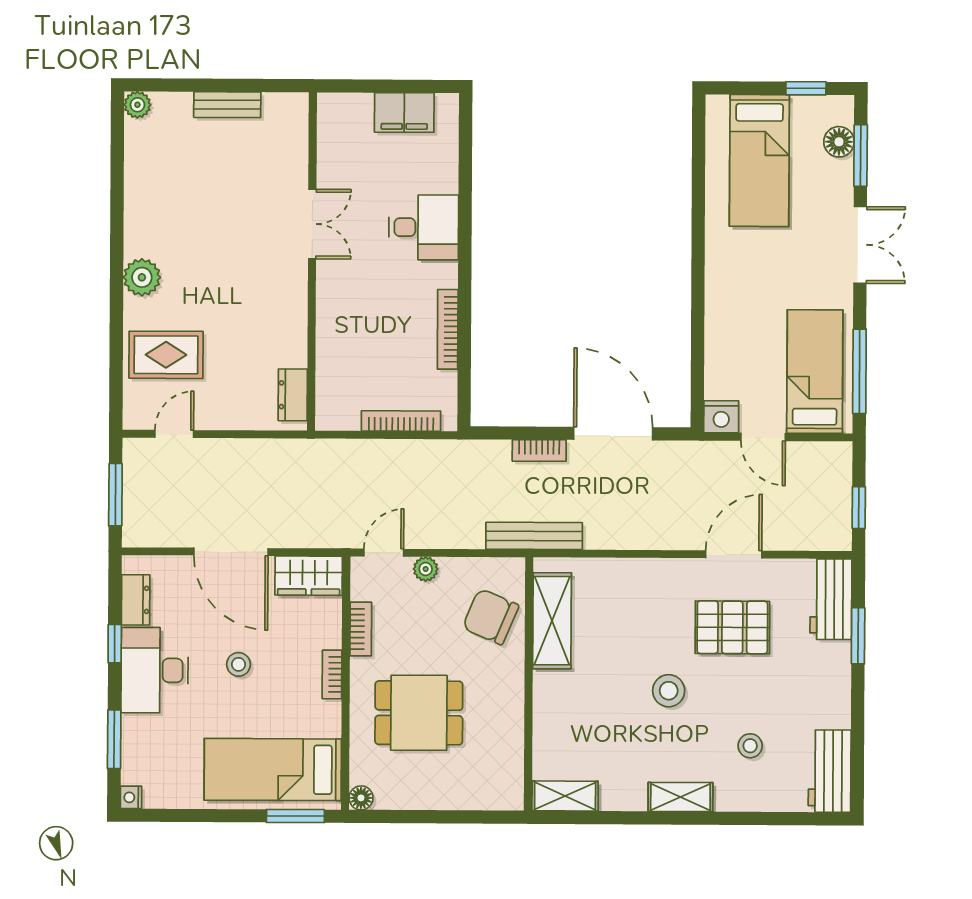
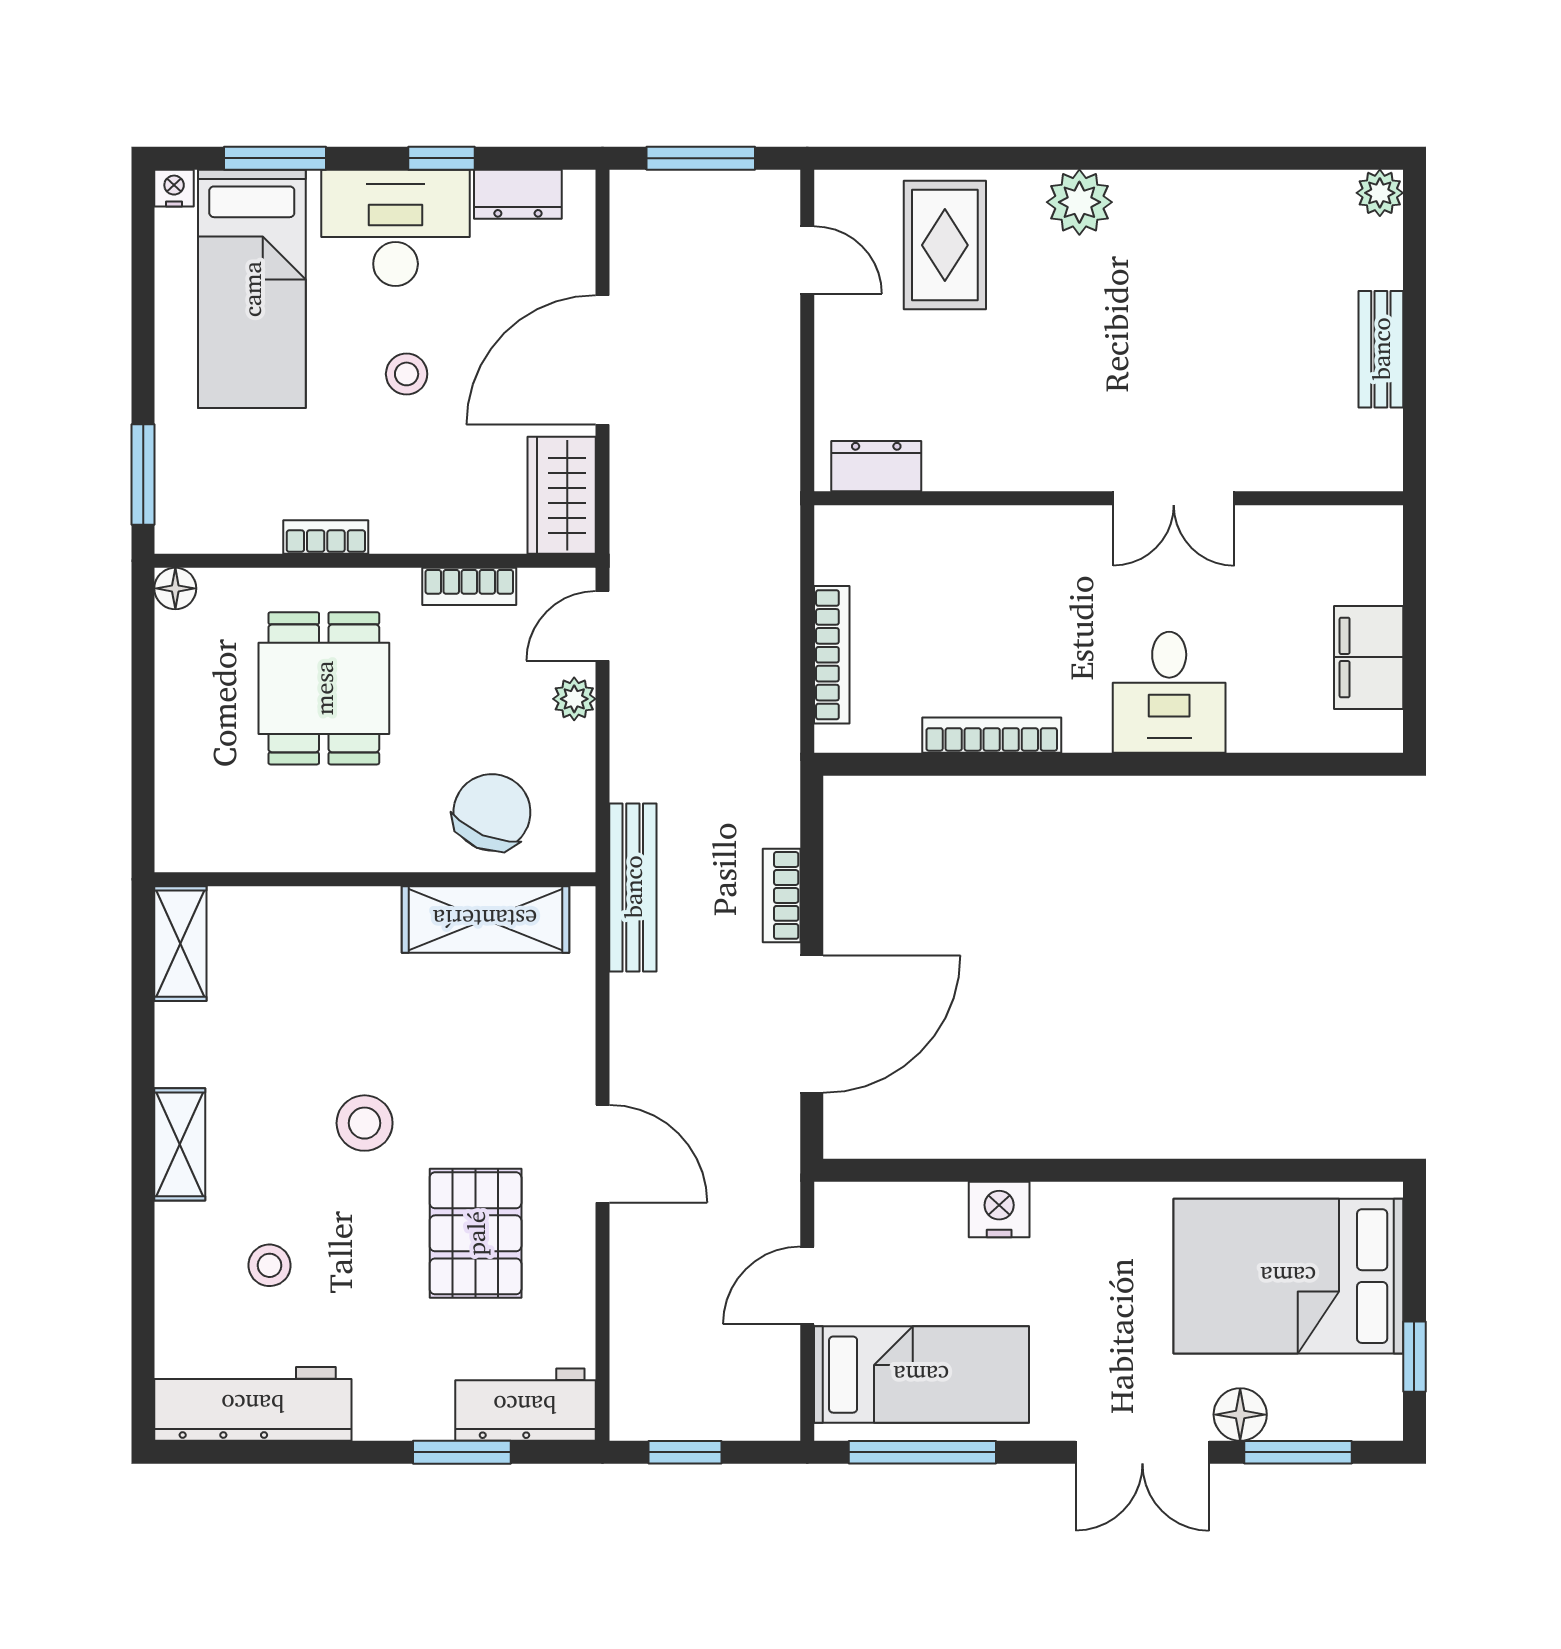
floor lamp: (839, 142) -> (1240, 1415), moved
bed: (759, 161) -> (1288, 1276), width x1.50
nightstand: (721, 417) -> (999, 1210), moved, turned 90
door: (384, 553) -> (602, 626), swing flipped
door: (734, 554) -> (602, 1154), moved
bookcase: (332, 674) -> (326, 537), moved
bed: (273, 770) -> (252, 289), moved, turned 180
workbench: (830, 771) -> (253, 1404), width x1.38

